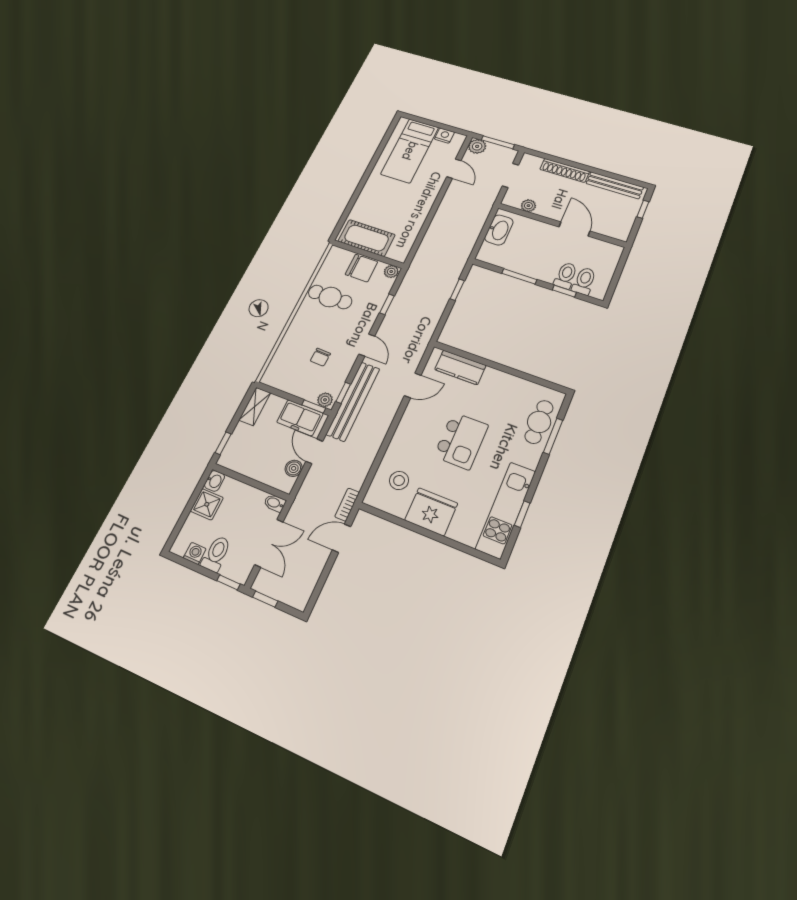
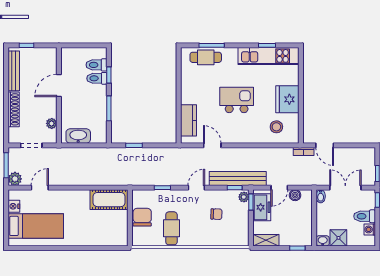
cot: (366, 238) -> (109, 200), moved, turned 90
plant: (391, 272) -> (137, 196), removed

